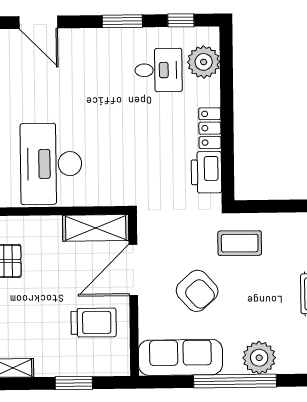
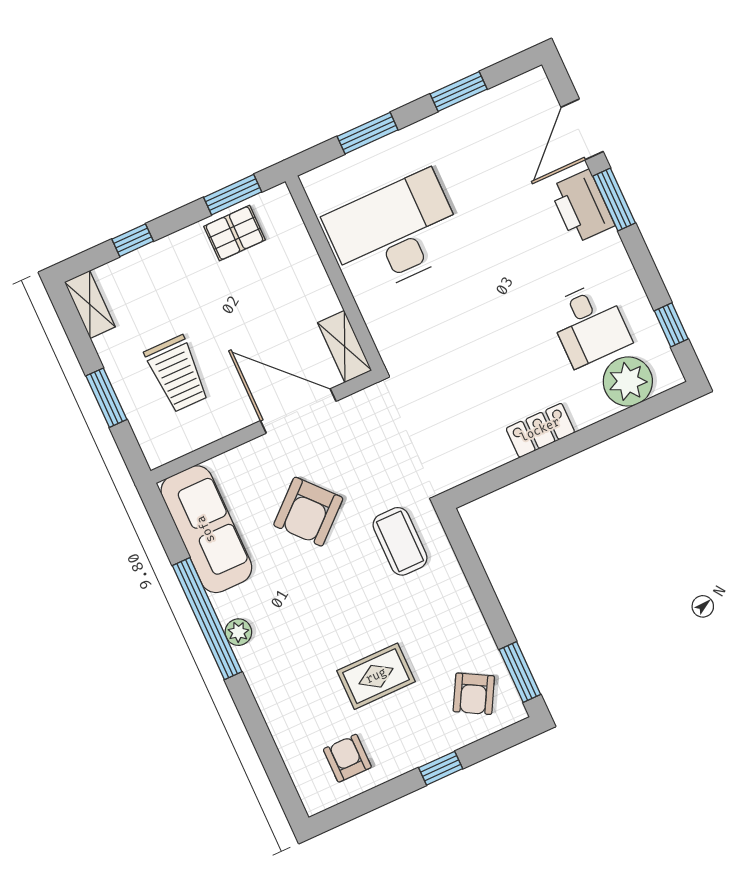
window: (122, 21) -> (614, 200), moved
printer: (206, 172) -> (582, 206), moved, turned -90
shelving: (96, 228) -> (345, 346), width x0.67, depth x0.75
trolley: (94, 323) -> (177, 374), moved
plant: (259, 358) -> (238, 632), width x0.53, depth x0.53

